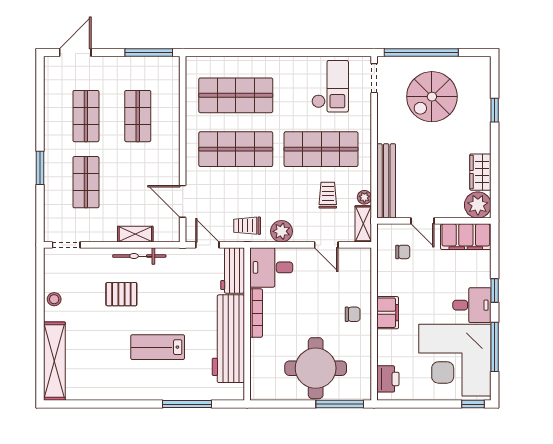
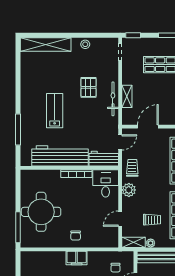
window: (40, 225) -> (133, 35), added
printer: (388, 379) -> (34, 258), removed

